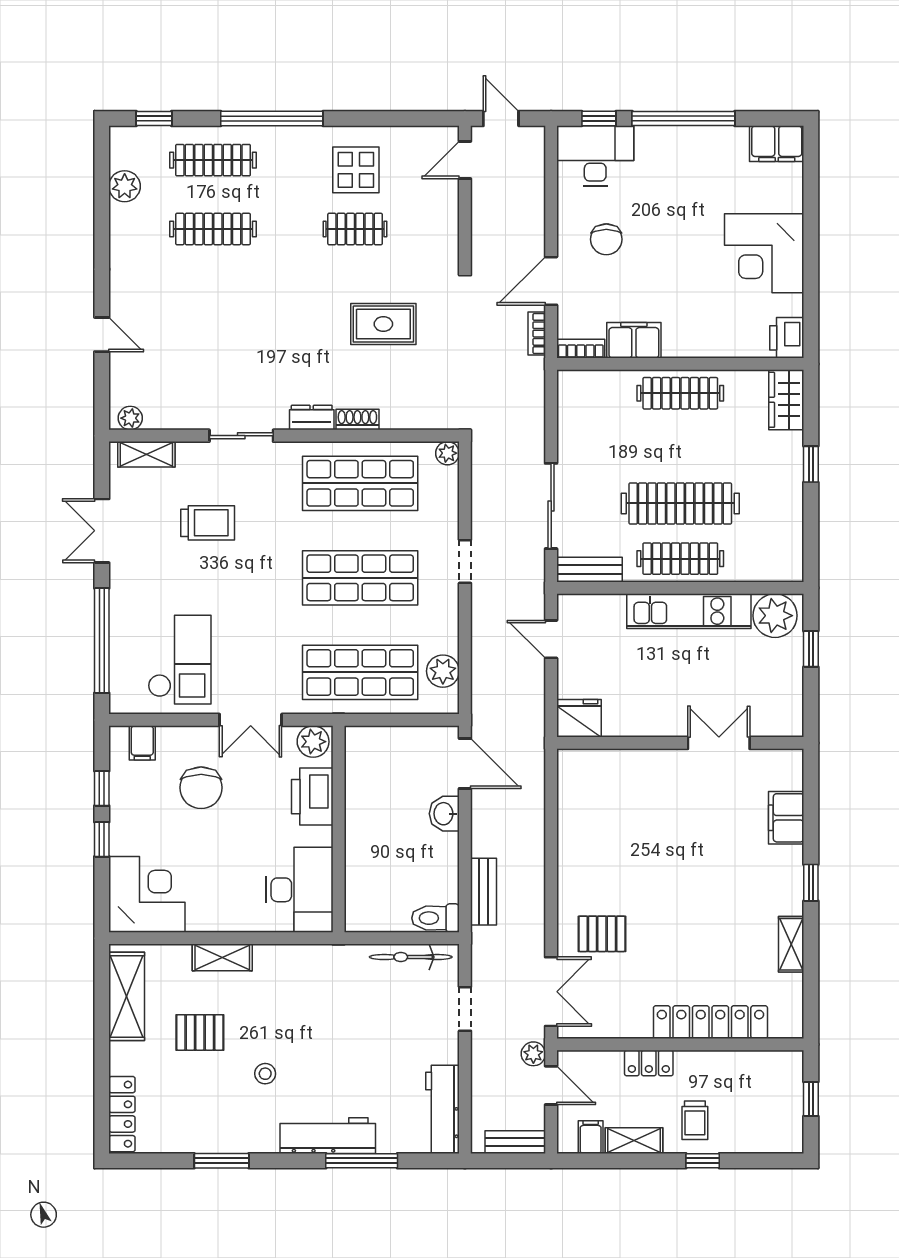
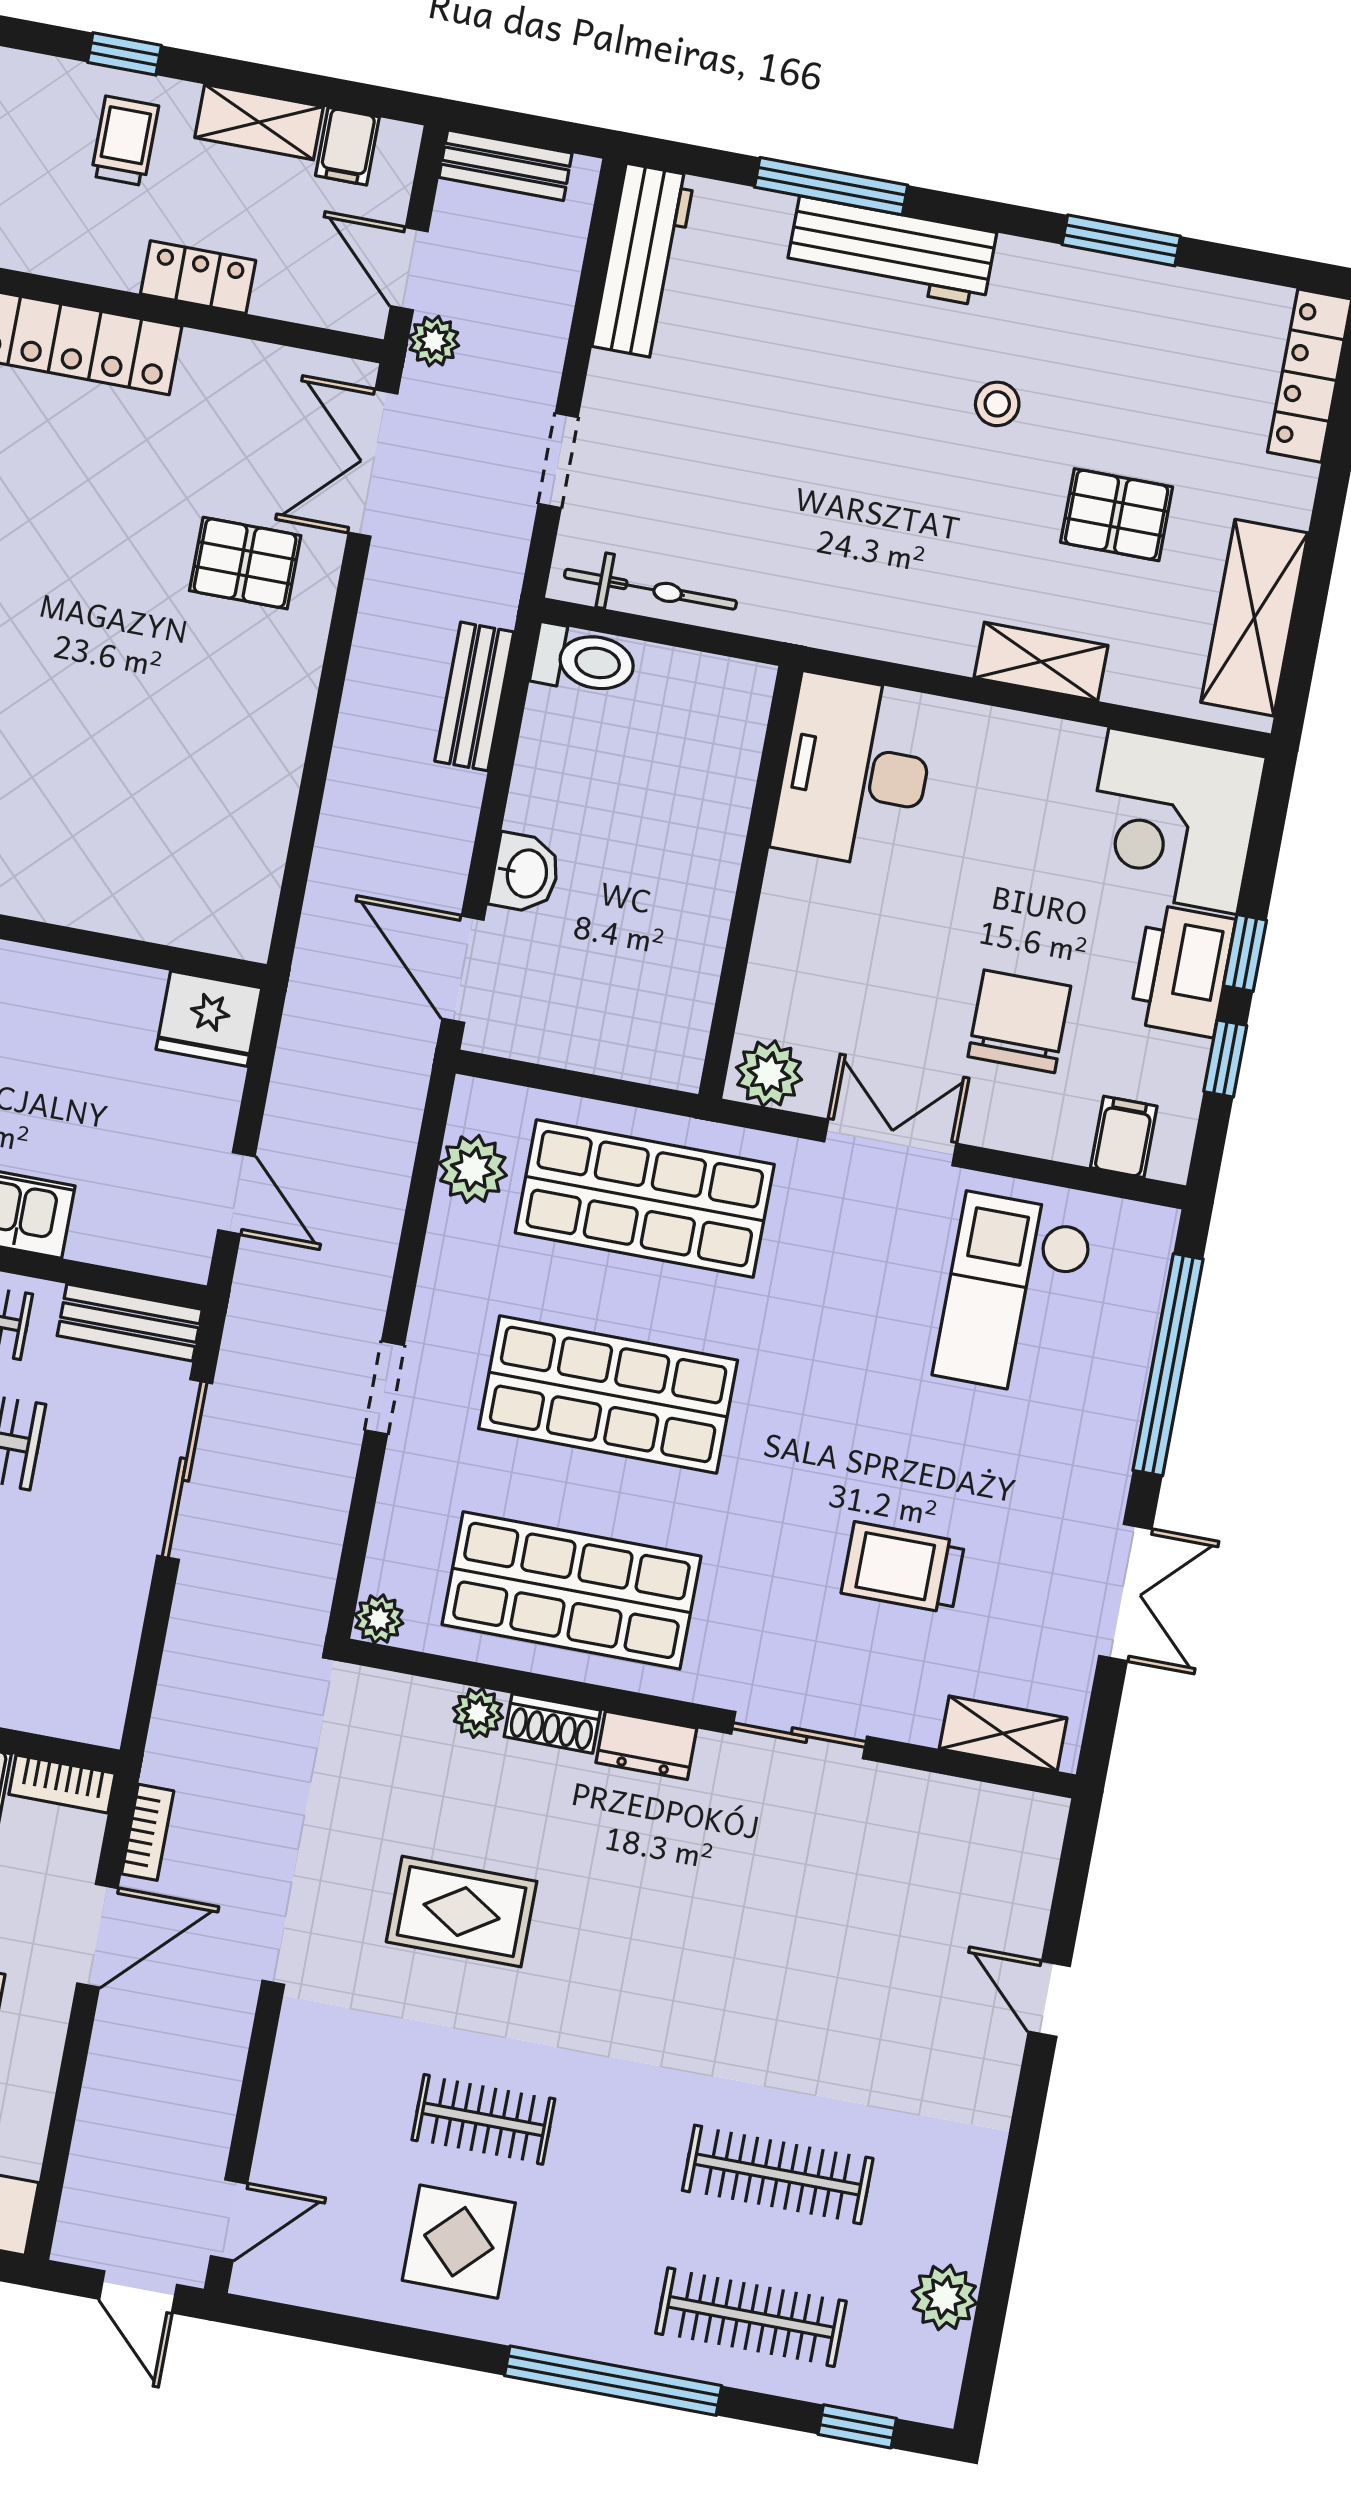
plant: (130, 418) -> (478, 1713), moved
printer: (312, 797) -> (1182, 971), moved, turned 180

